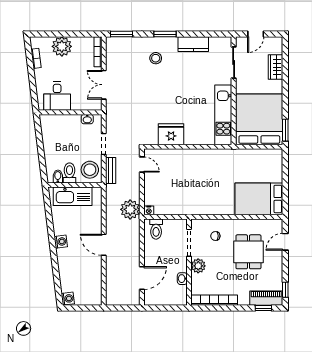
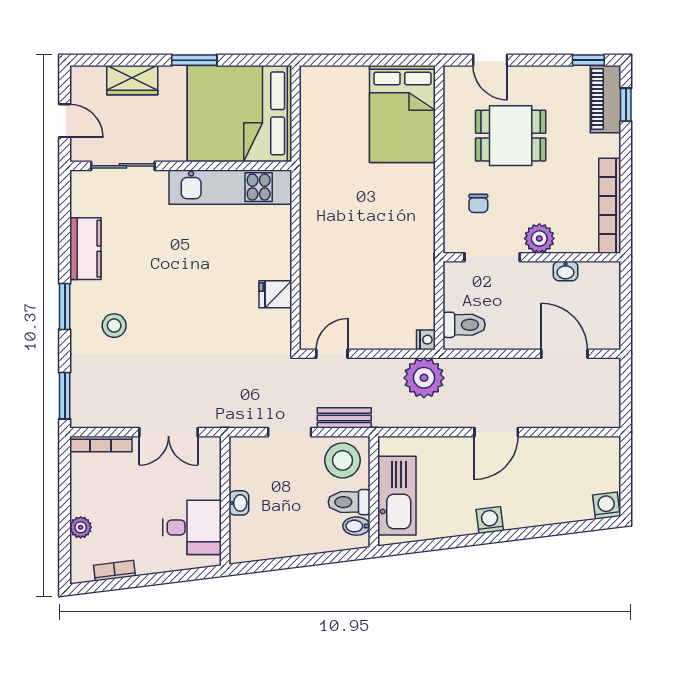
plant: (62, 46) -> (81, 527), width x0.53, depth x0.53
washbasin: (87, 119) -> (239, 503), moved
window: (285, 130) -> (194, 60), moved
fridge: (171, 134) -> (275, 294), width x0.53, depth x0.75

